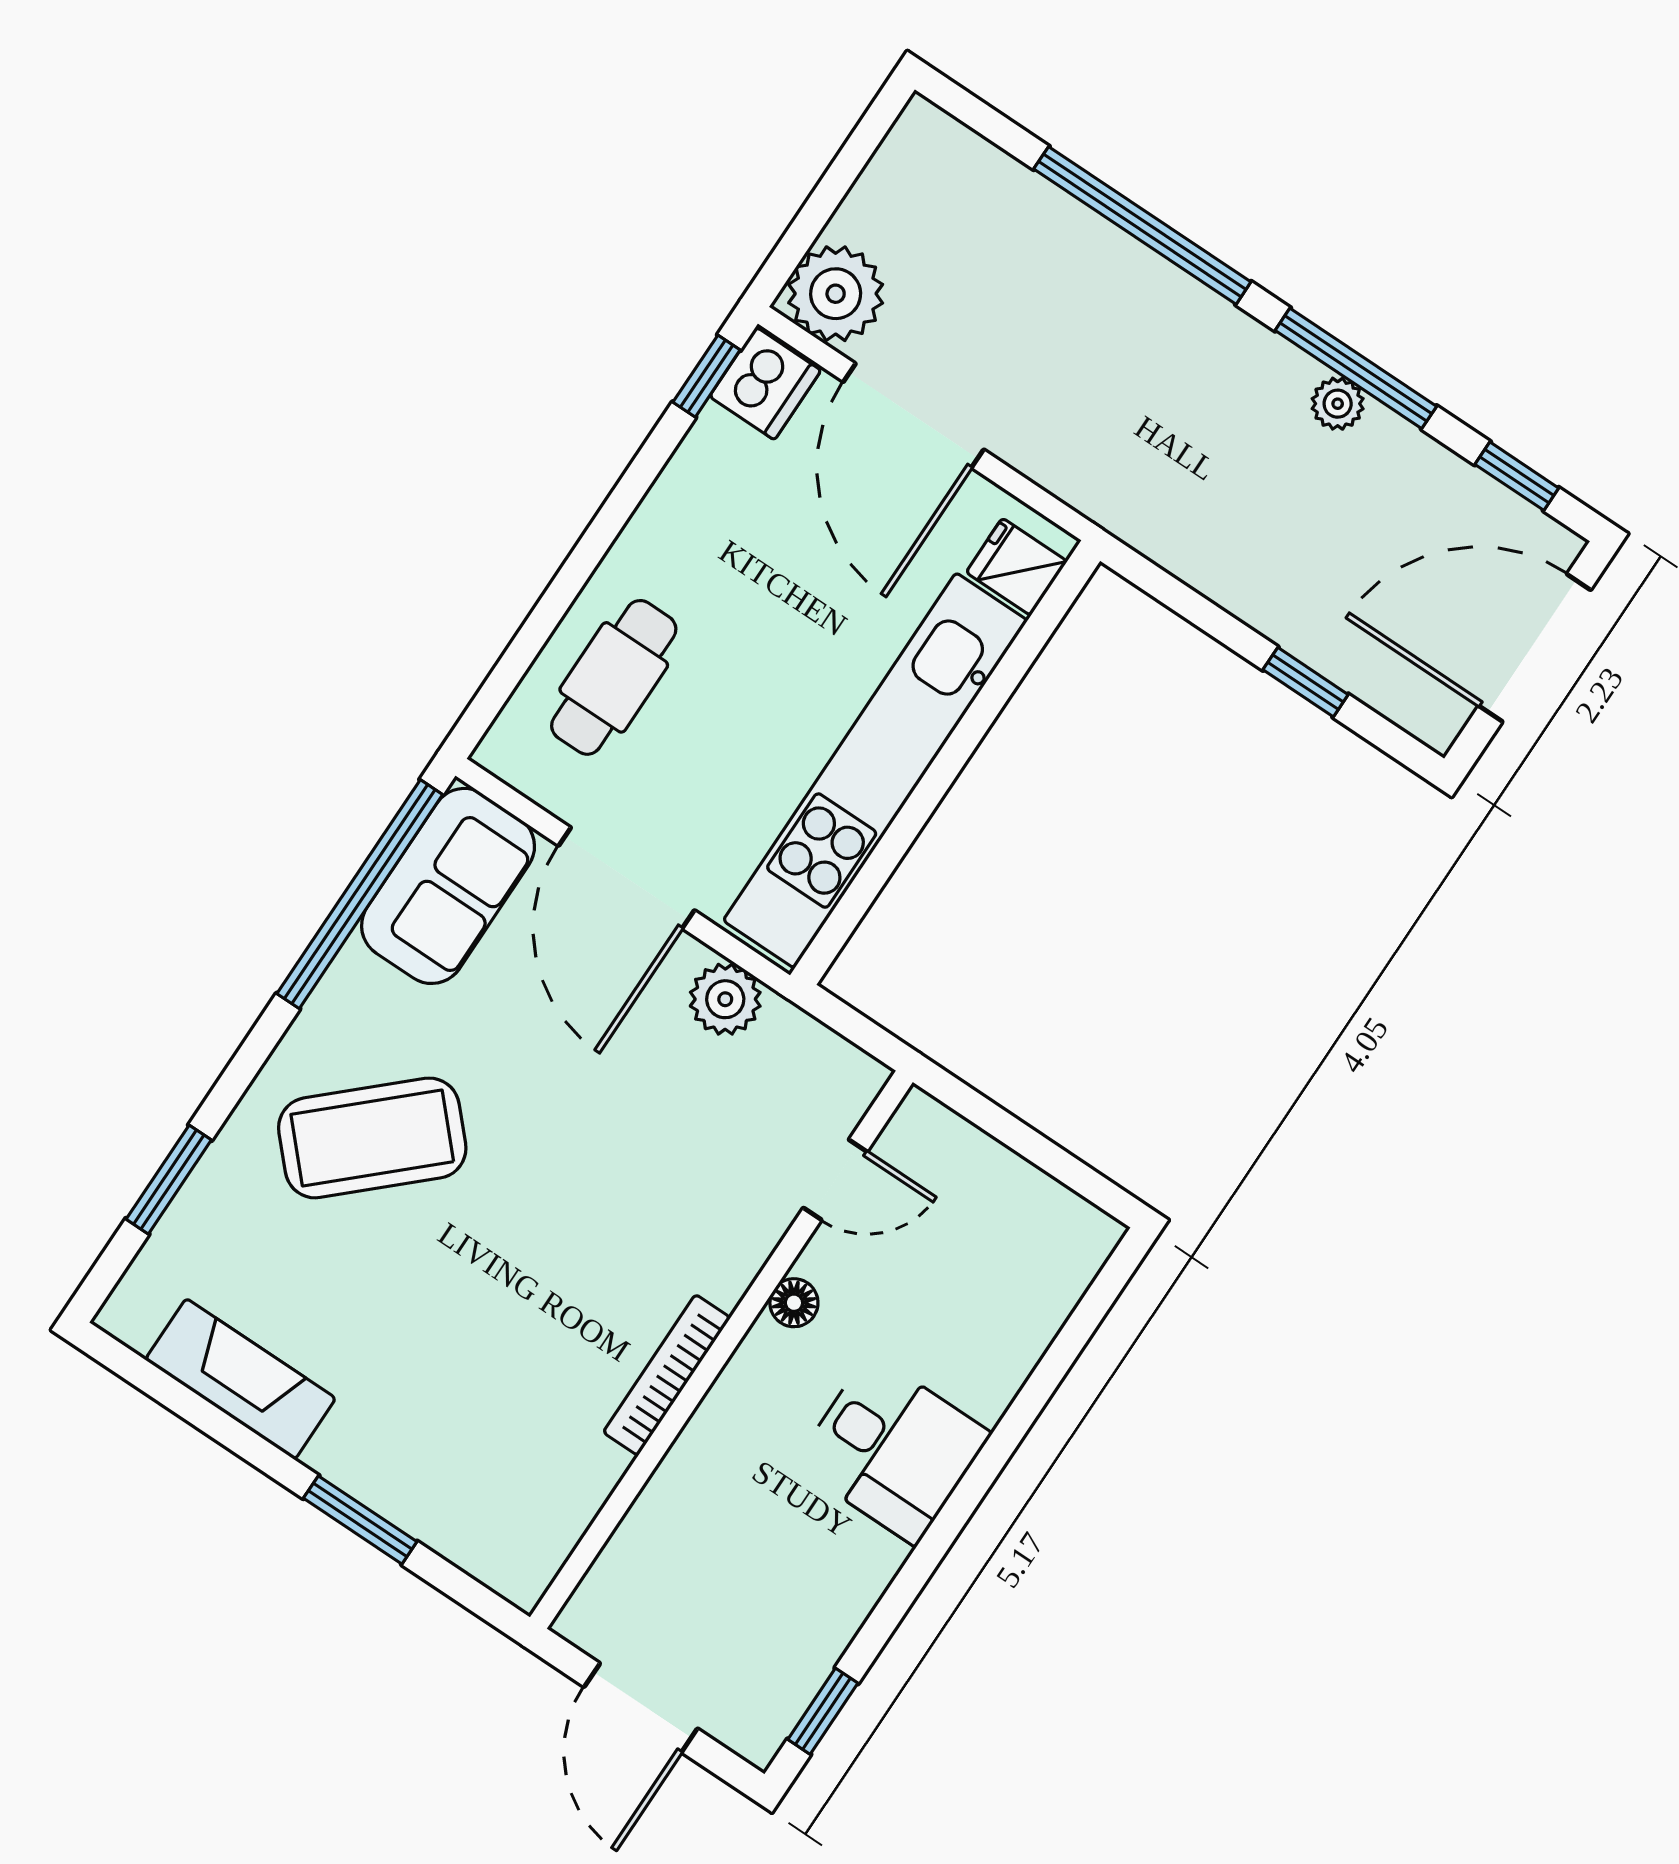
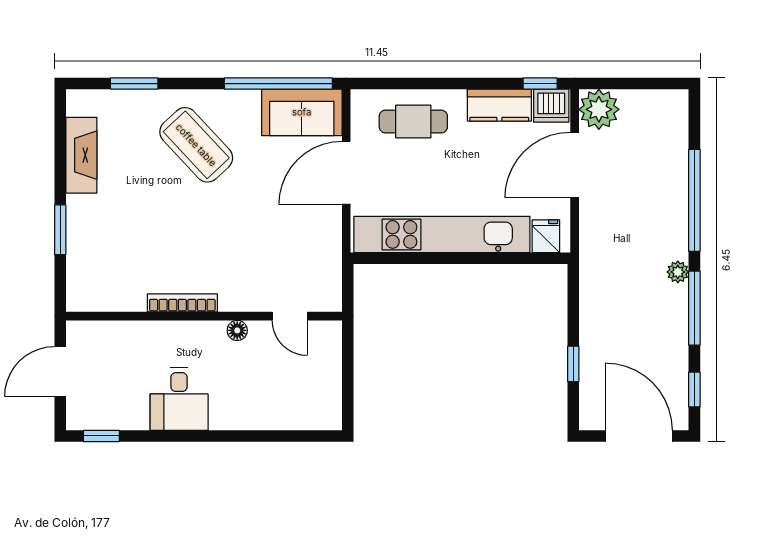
plant: (1338, 404) -> (678, 272), moved
kitchen counter: (695, 485) -> (499, 105), added
plant: (725, 999) -> (327, 236), removed
desk: (892, 1449) -> (179, 399), moved

